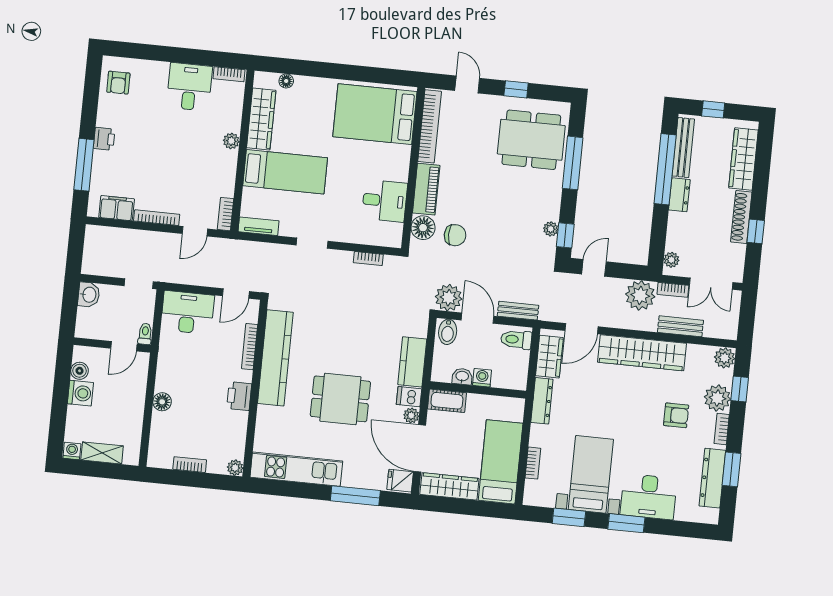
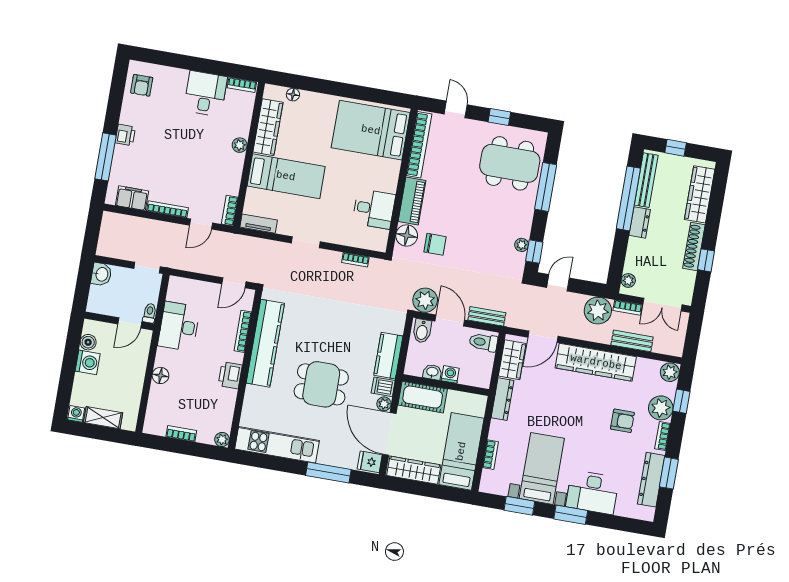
desk: (187, 312) -> (179, 326), moved, turned -90
cot: (447, 401) -> (423, 397), width x1.37, depth x1.34

